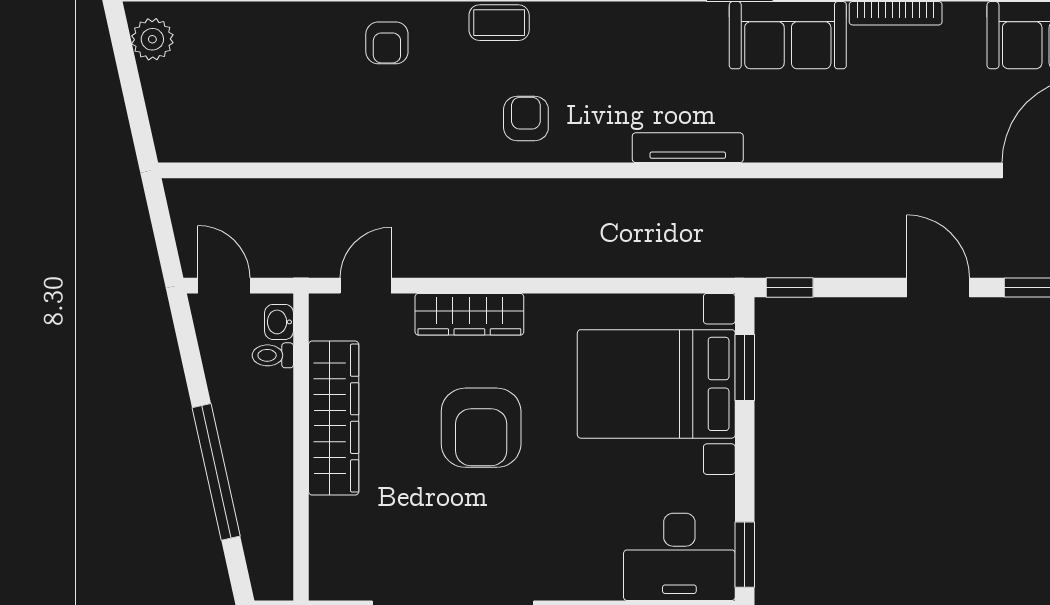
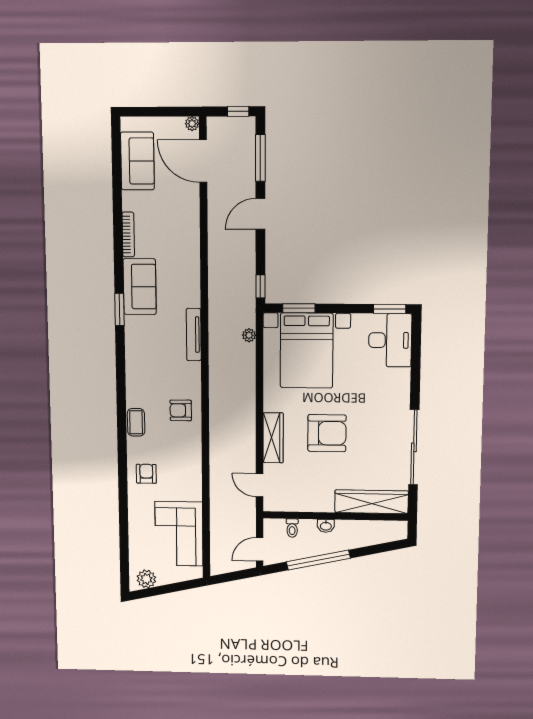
armchair: (387, 43) -> (146, 474), turned -90
corner sofa: (256, 112) -> (179, 534), added
plant: (687, 264) -> (249, 335), added
washbasin: (279, 322) -> (326, 526), moved
wardrobe: (334, 418) -> (372, 502), moved
window: (216, 472) -> (318, 560), moved

